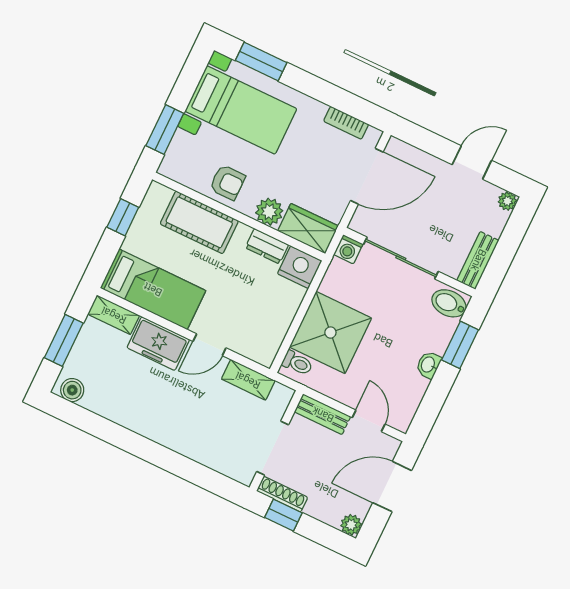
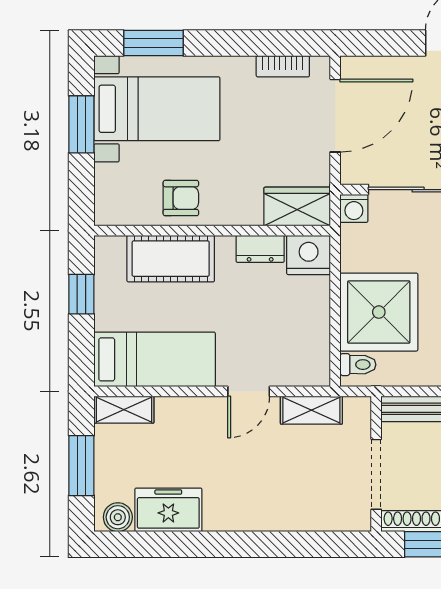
window: (165, 130) -> (81, 124), moved
plant: (269, 212) -> (244, 209), removed
freezer: (158, 344) -> (168, 510), moved, turned 180

